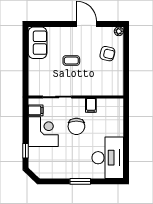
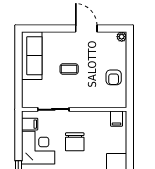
sofa: (38, 43) -> (32, 56), width x1.36
armchair: (107, 54) -> (114, 77), moved, turned 77
filing cabinet: (91, 105) -> (117, 119), moved

